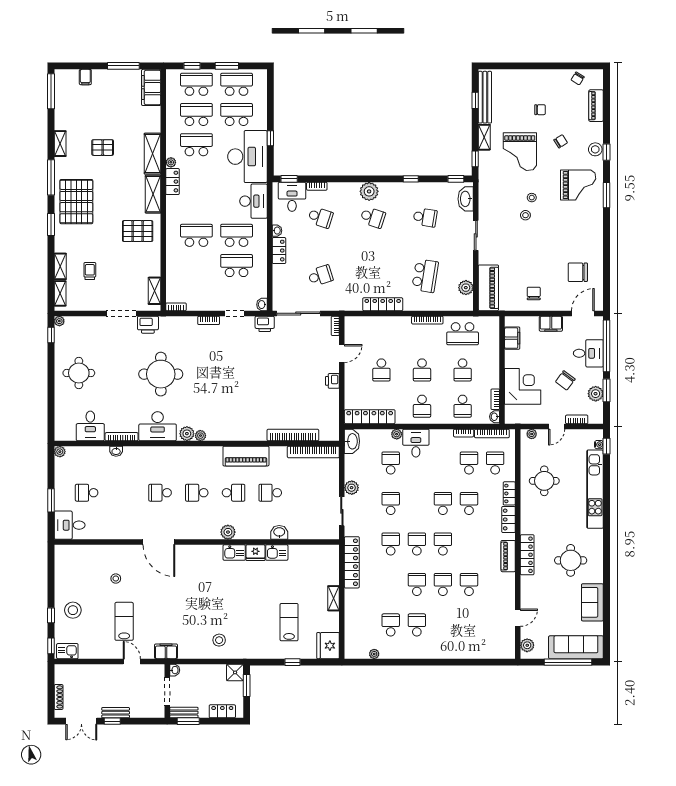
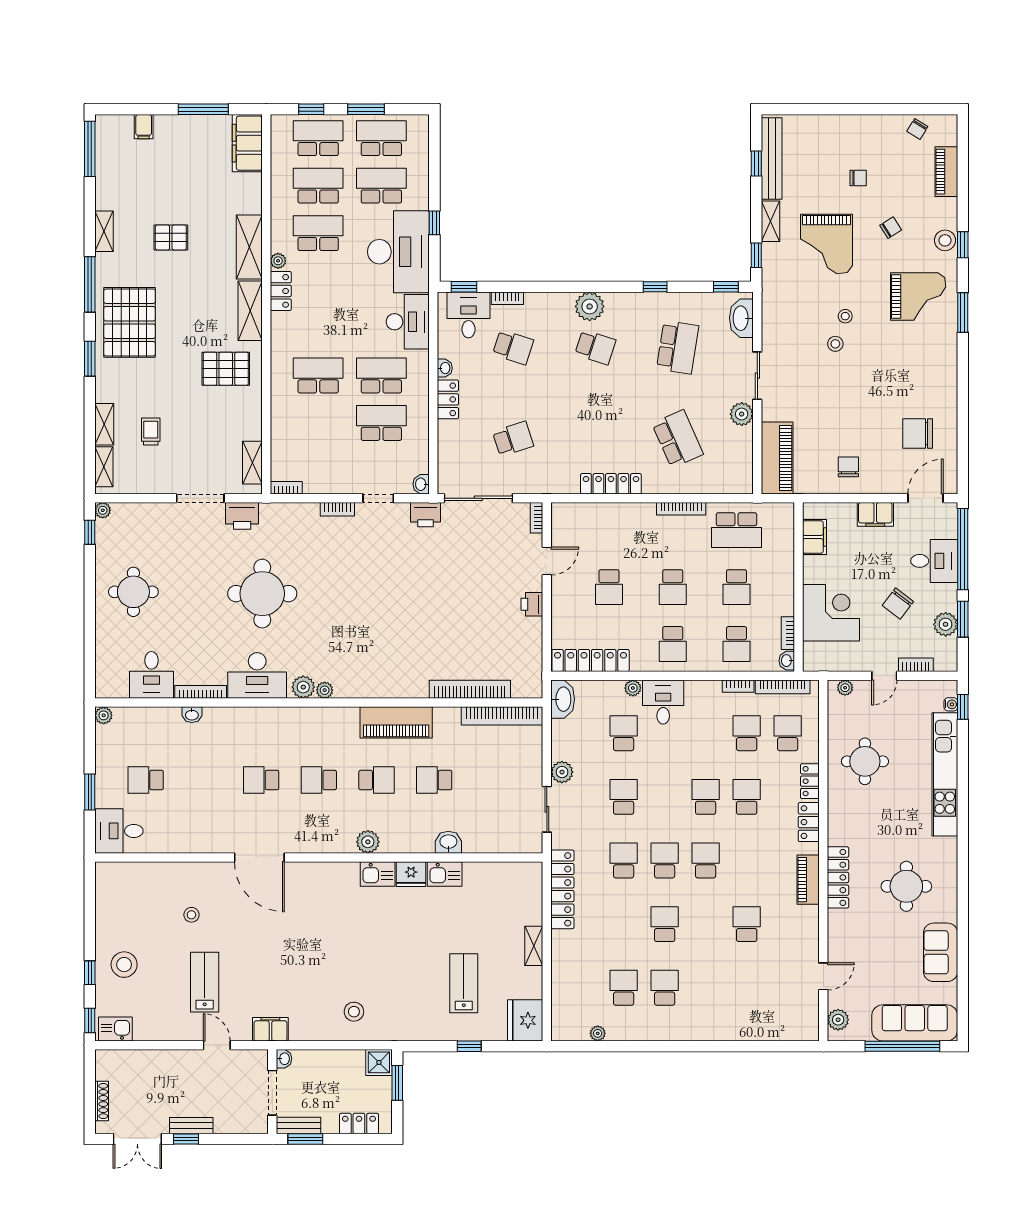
school desk: (425, 217) -> (678, 347), width x1.85
school desk: (425, 276) -> (678, 439), turned -33
plant: (466, 288) -> (742, 414), moved
school desk: (443, 584) -> (706, 924), removed

